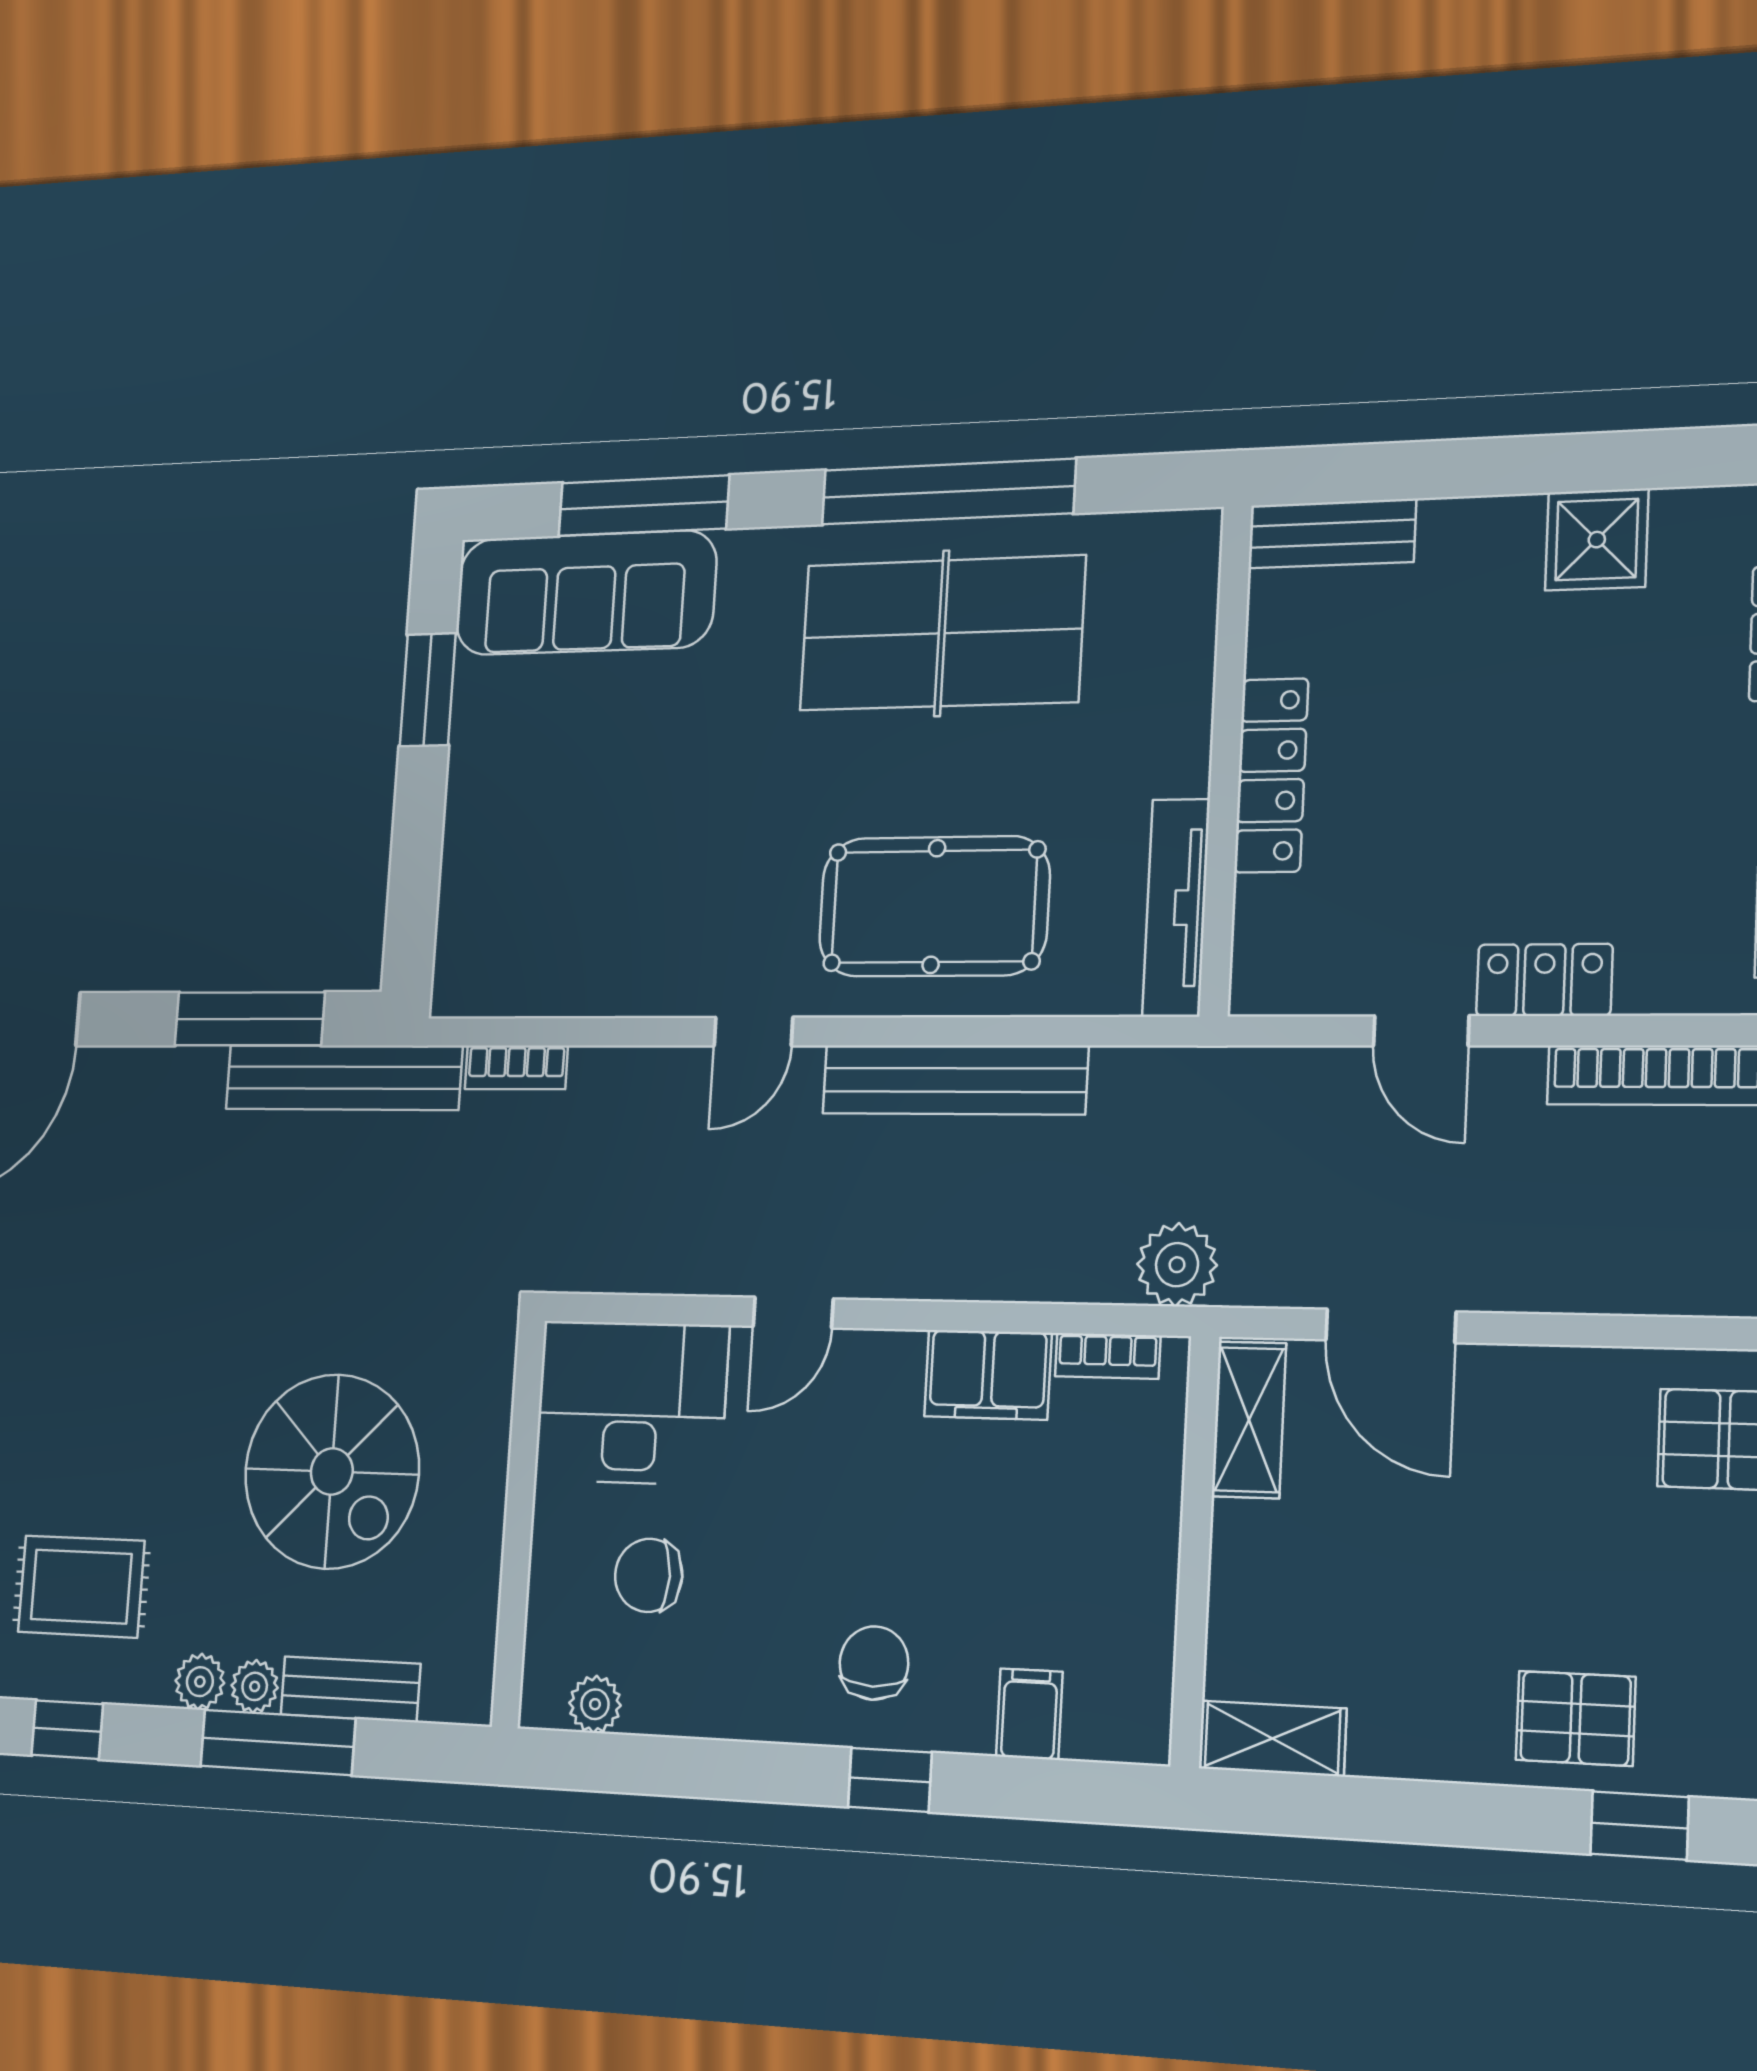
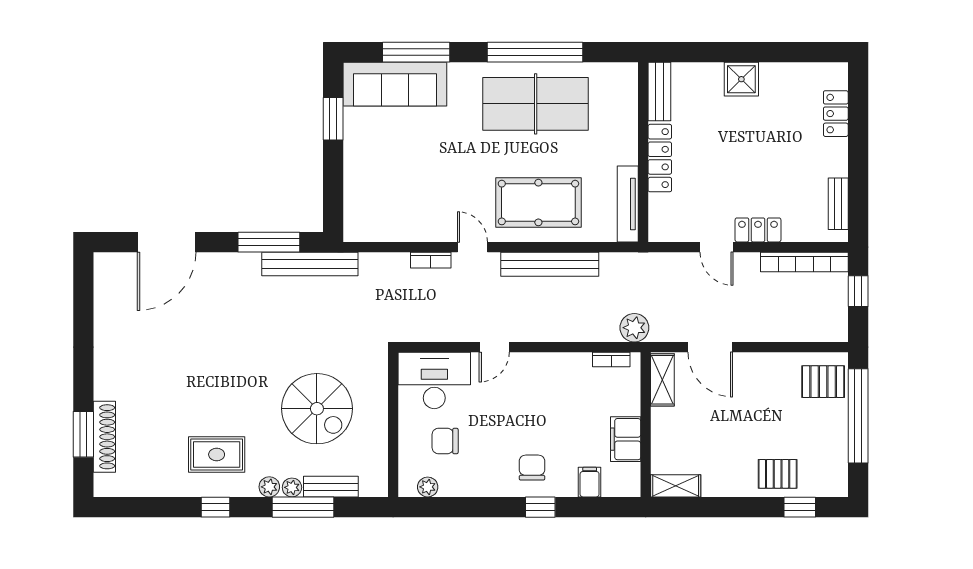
bench: (1332, 534) -> (659, 91), moved, turned 90
shower: (1597, 540) -> (741, 79), moved
door: (753, 1032) -> (472, 247), swing flipped
bookcase: (516, 1067) -> (431, 260), moved
filing cabinet: (988, 1375) -> (626, 439), moved, turned 90

